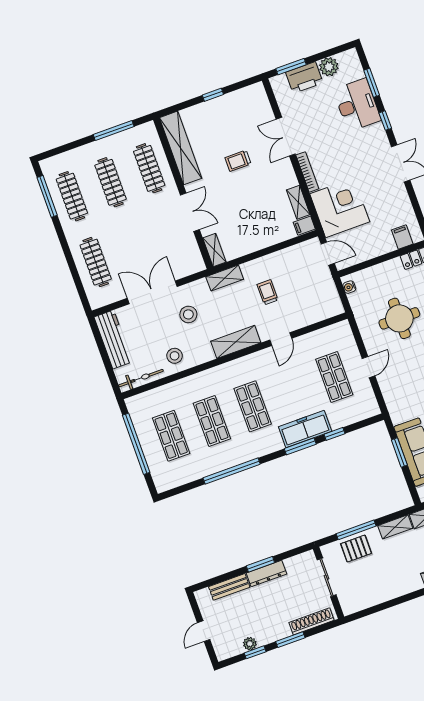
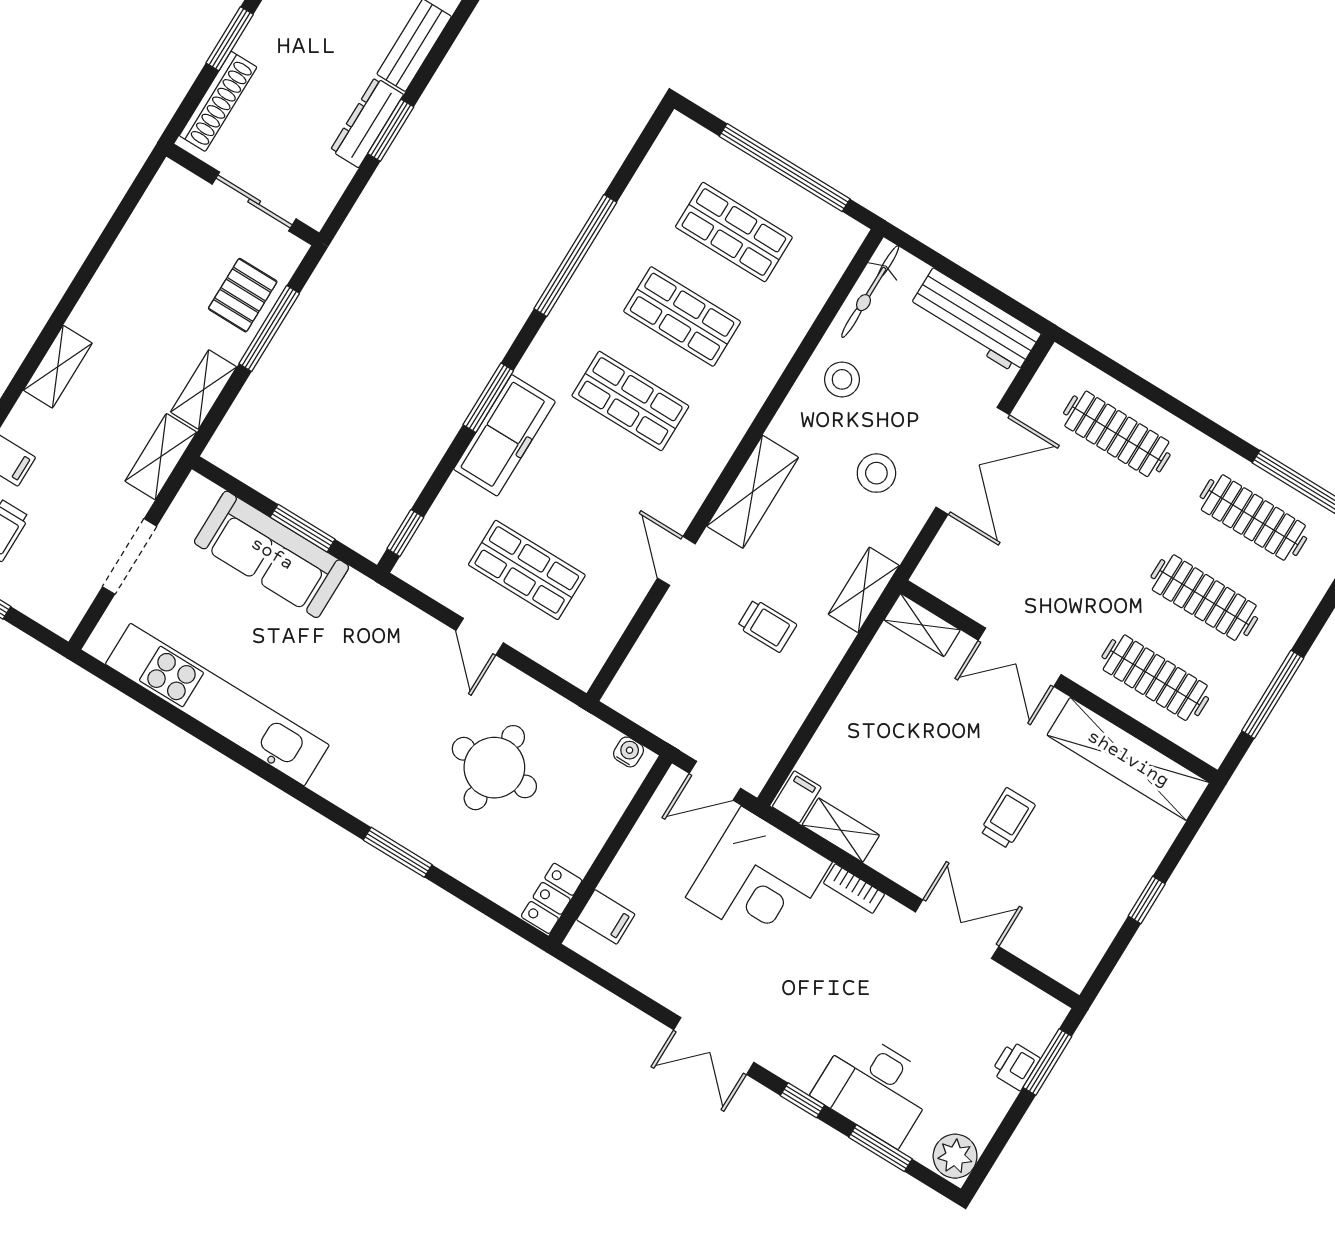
plant: (329, 67) -> (955, 1156), moved
printer: (304, 78) -> (1016, 1066), width x0.53, depth x0.68
bookcase: (307, 172) -> (854, 889), width x0.64
window: (335, 434) -> (405, 533), moved

